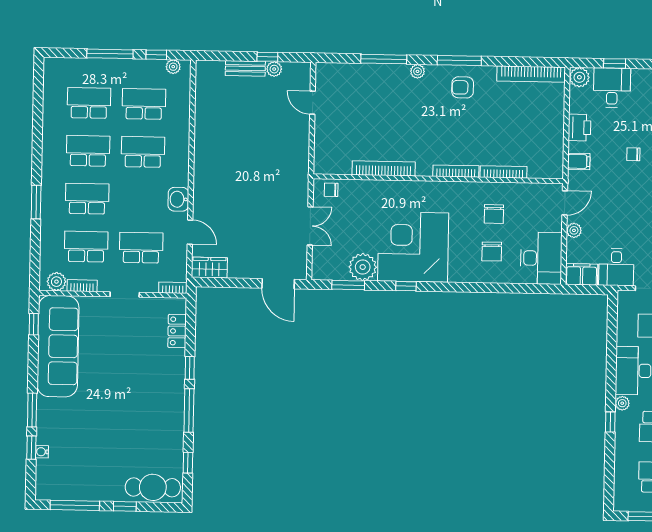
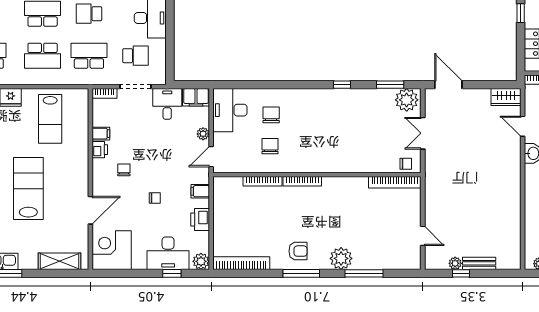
plant: (417, 71) -> (341, 258), width x1.88, depth x1.88
desk: (612, 88) -> (168, 253), width x1.37
bookcase: (384, 168) -> (395, 182), moved
corner desk: (413, 247) -> (337, 117), removed
plant: (363, 267) -> (407, 100), moved

